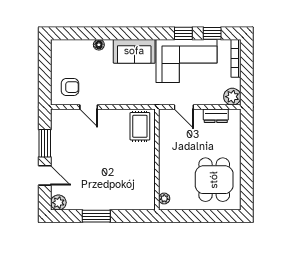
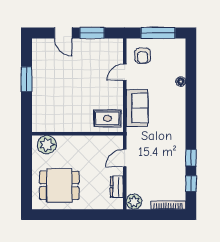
sofa: (134, 51) -> (137, 108), moved, turned 180
corner sofa: (186, 61) -> (166, 160), removed
window: (45, 70) -> (158, 33), added
door: (45, 175) -> (63, 33), hinge flipped
plant: (164, 198) -> (47, 145), width x1.87, depth x1.87
plant: (58, 203) -> (39, 45), removed

